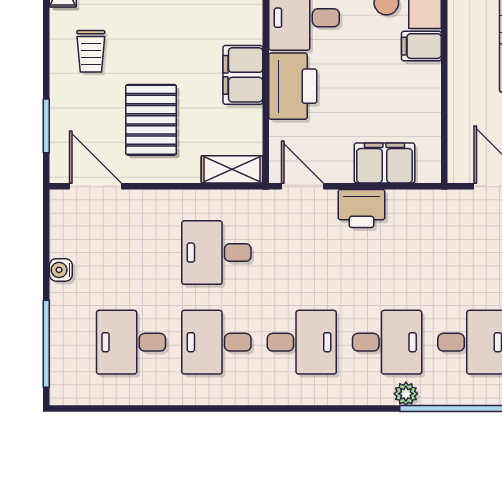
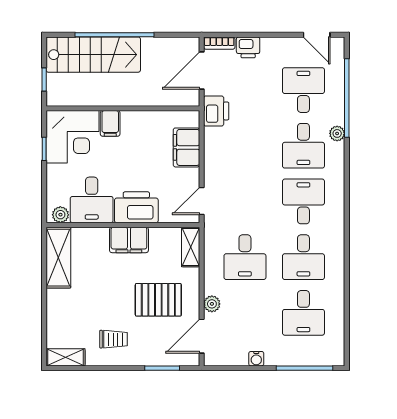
plant: (145, 202) -> (212, 304), added
printer: (362, 208) -> (216, 111), moved
desk: (387, 342) -> (303, 146), turned 180

